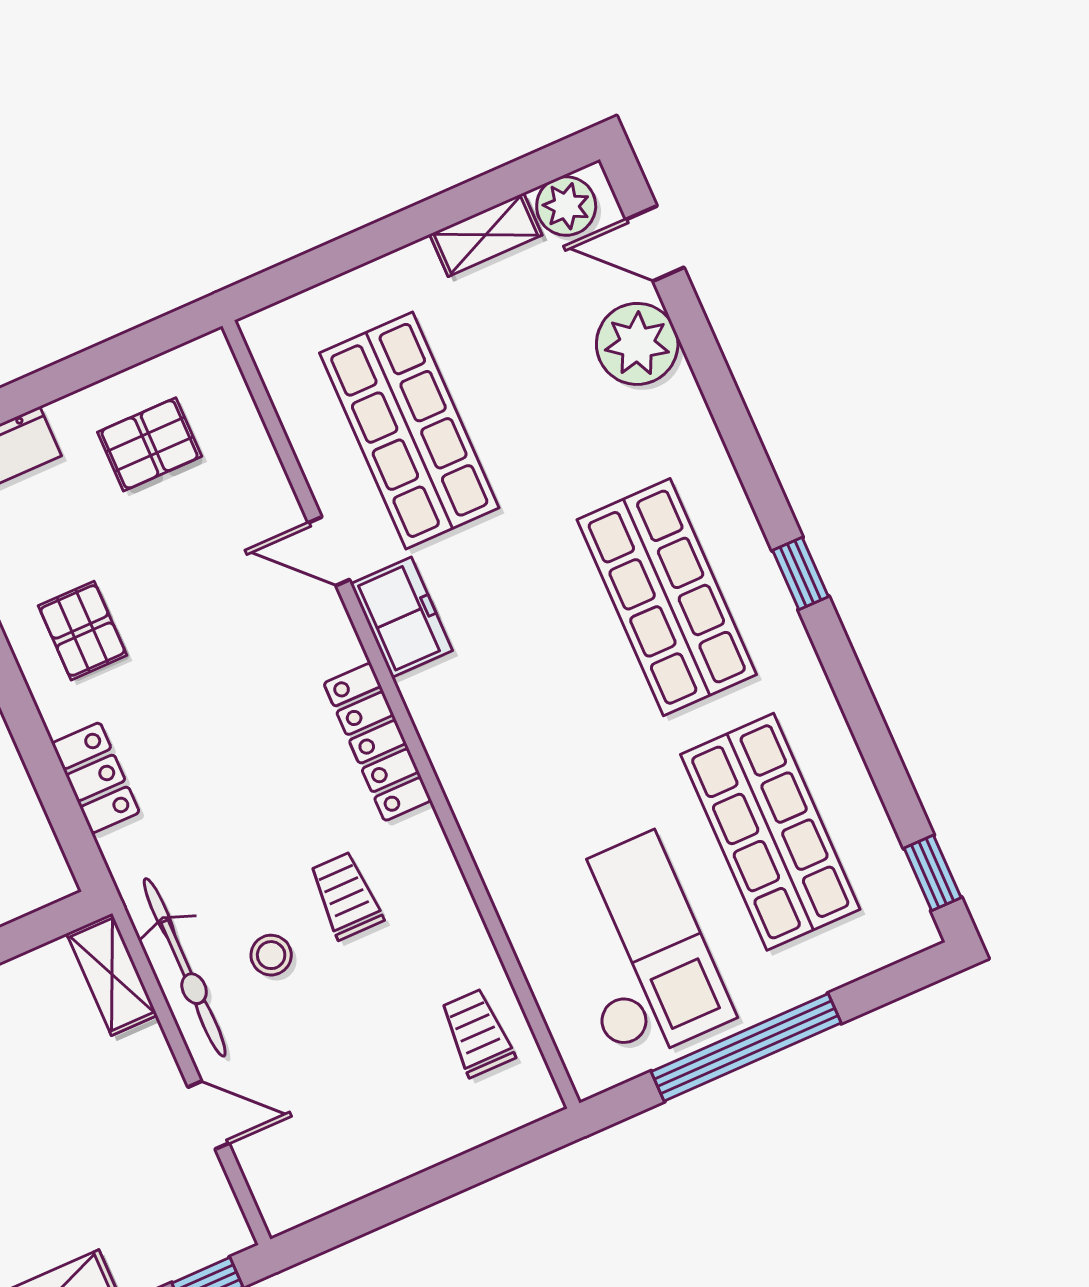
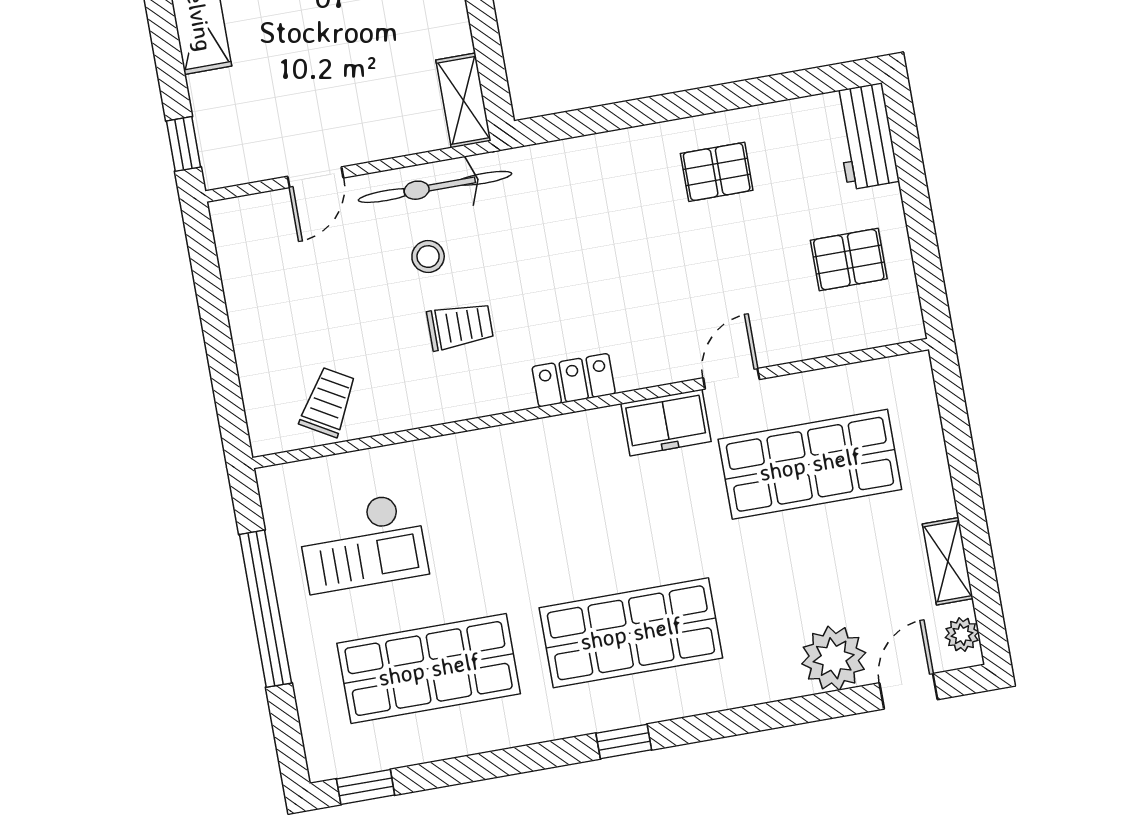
plant: (566, 206) -> (962, 635), width x0.73, depth x0.73
pallet: (150, 444) -> (849, 260), turned 90
locker: (378, 742) -> (574, 380), width x0.66
locker: (96, 778) -> (599, 154), removed
checkout: (637, 949) -> (363, 543), width x0.73, depth x0.83
shelving: (112, 974) -> (463, 100), moved, turned 90
trolley: (477, 1033) -> (328, 402), turned -60

